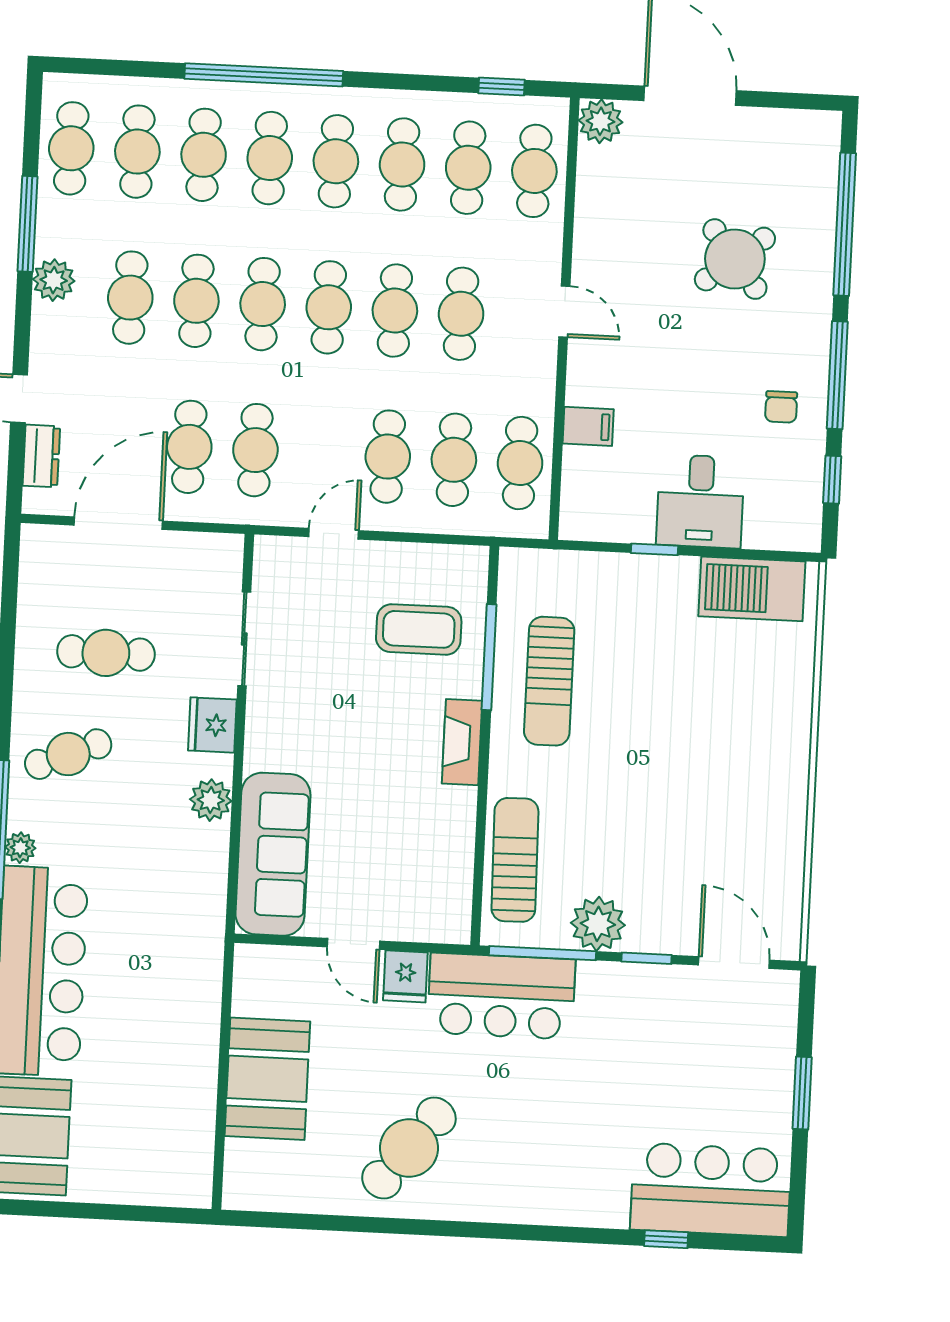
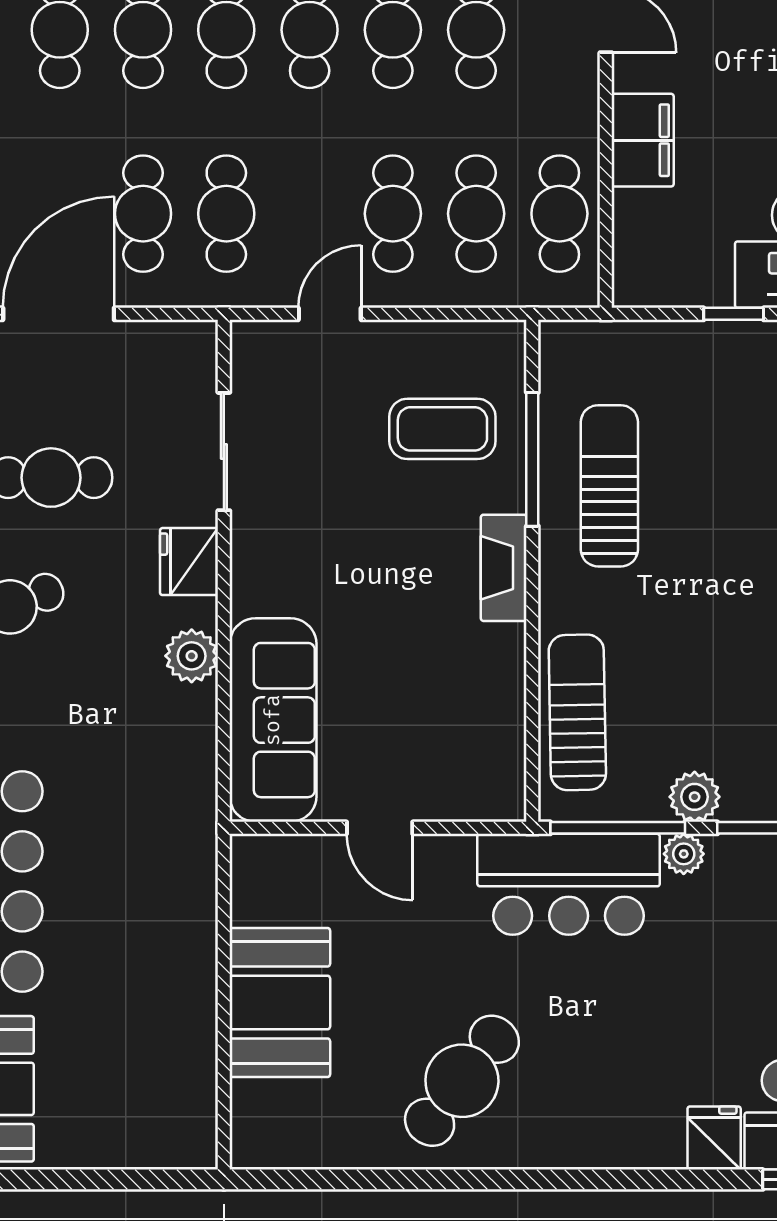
filing cabinet: (588, 426) -> (643, 140), width x2.00
sun lounger: (549, 681) -> (609, 486), turned 180
plant: (598, 924) -> (695, 797), width x0.73, depth x0.73
fridge: (405, 976) -> (714, 1138), moved, turned 180
plant: (594, 976) -> (684, 854), added

